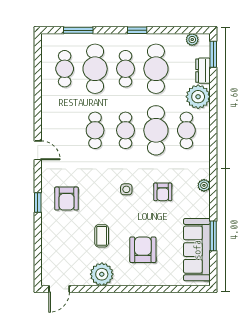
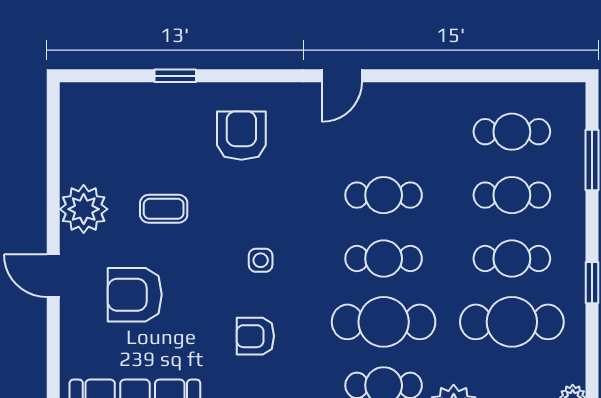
cafe table: (95, 69) -> (512, 195), width x0.73, depth x0.74
armchair: (67, 199) -> (241, 136), turned 90
window: (38, 202) -> (175, 76), moved
armchair: (143, 250) -> (135, 295), turned 180
door: (59, 289) -> (53, 276), moved

